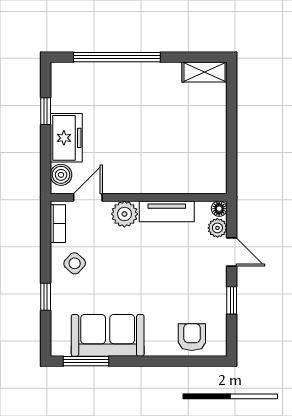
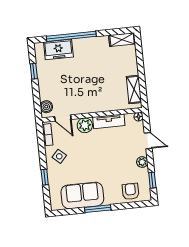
freezer: (66, 138) -> (58, 50), moved, turned 90
shelving: (216, 161) -> (134, 90), added
door: (88, 197) -> (63, 118), swing flipped
plant: (217, 228) -> (142, 162), moved
window: (232, 300) -> (152, 180), moved
window: (86, 361) -> (98, 209), moved

